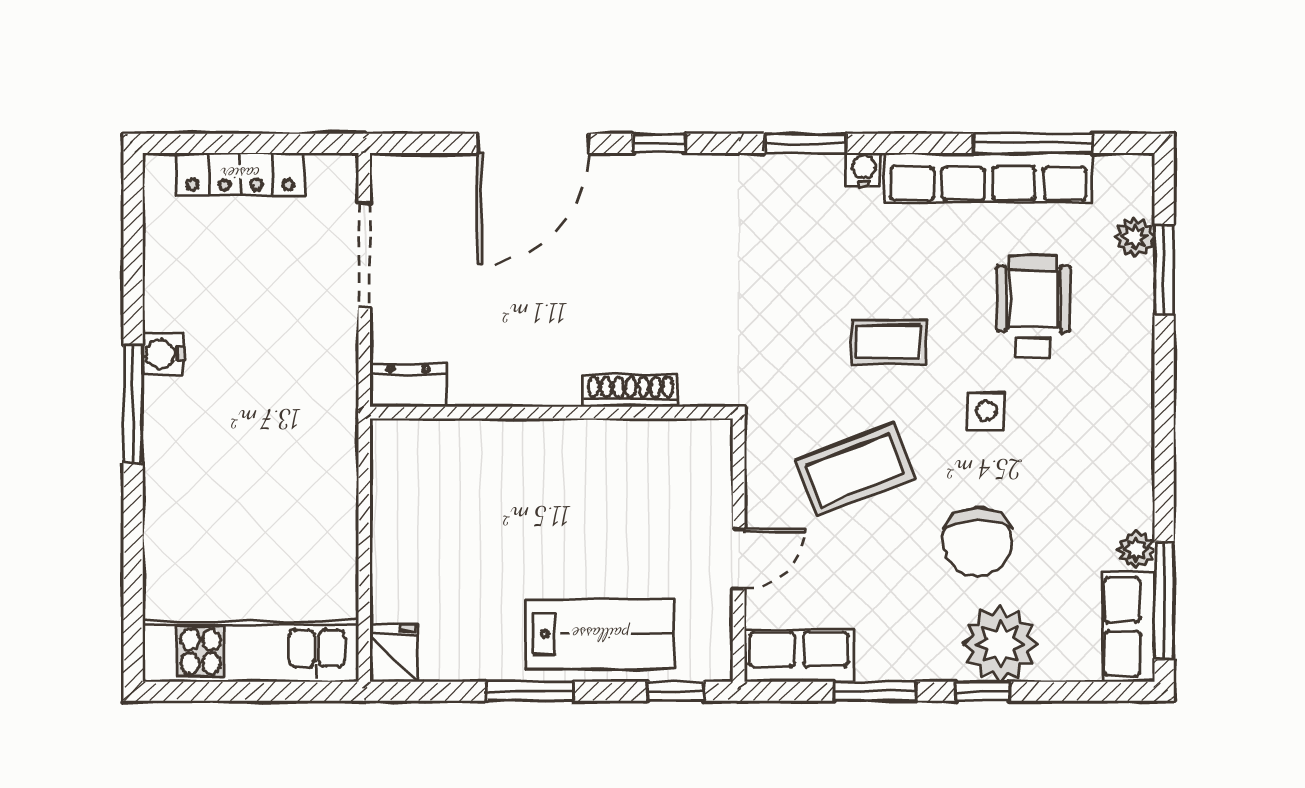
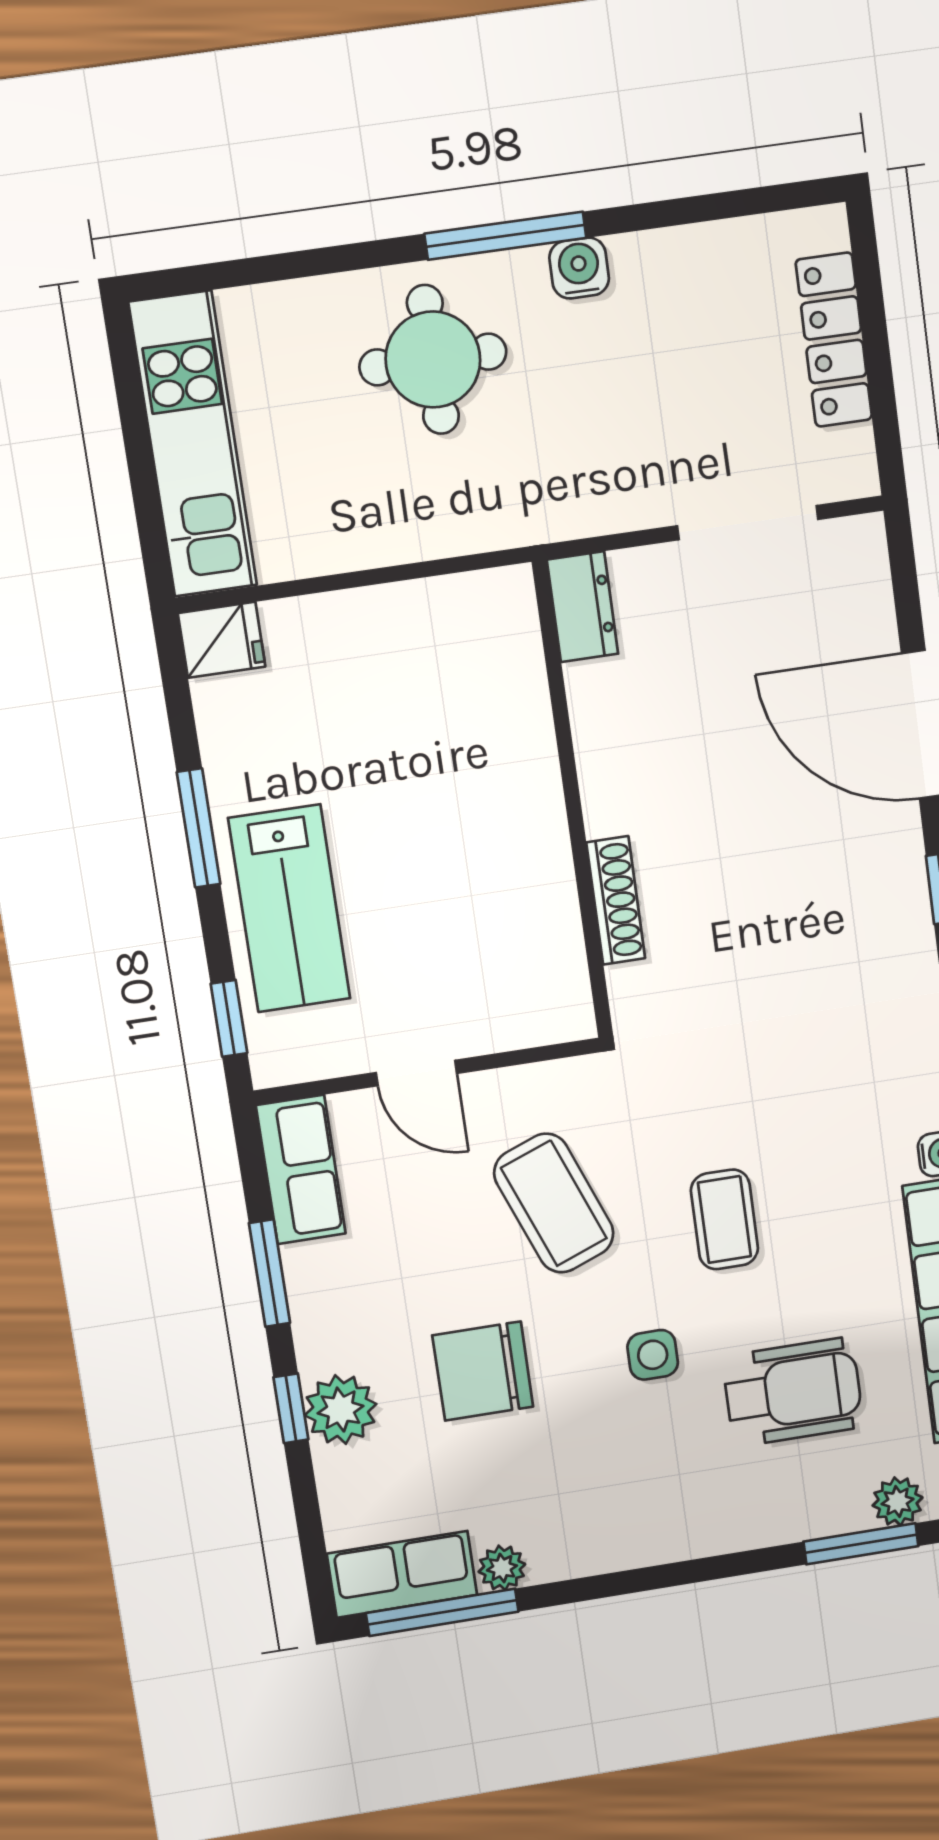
round table: (214, 469) -> (433, 360), added
plant: (1000, 644) -> (341, 1410), width x0.73, depth x0.73

